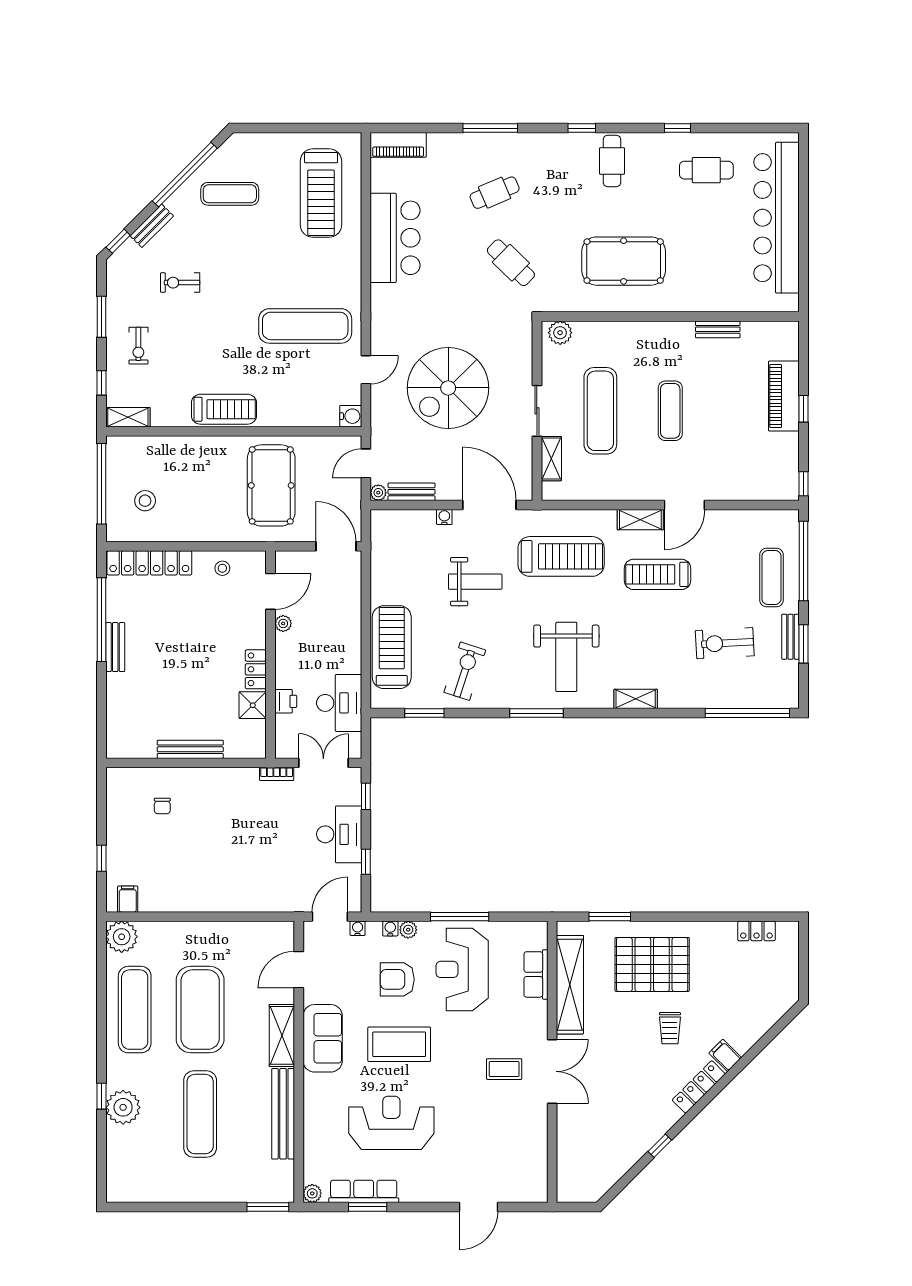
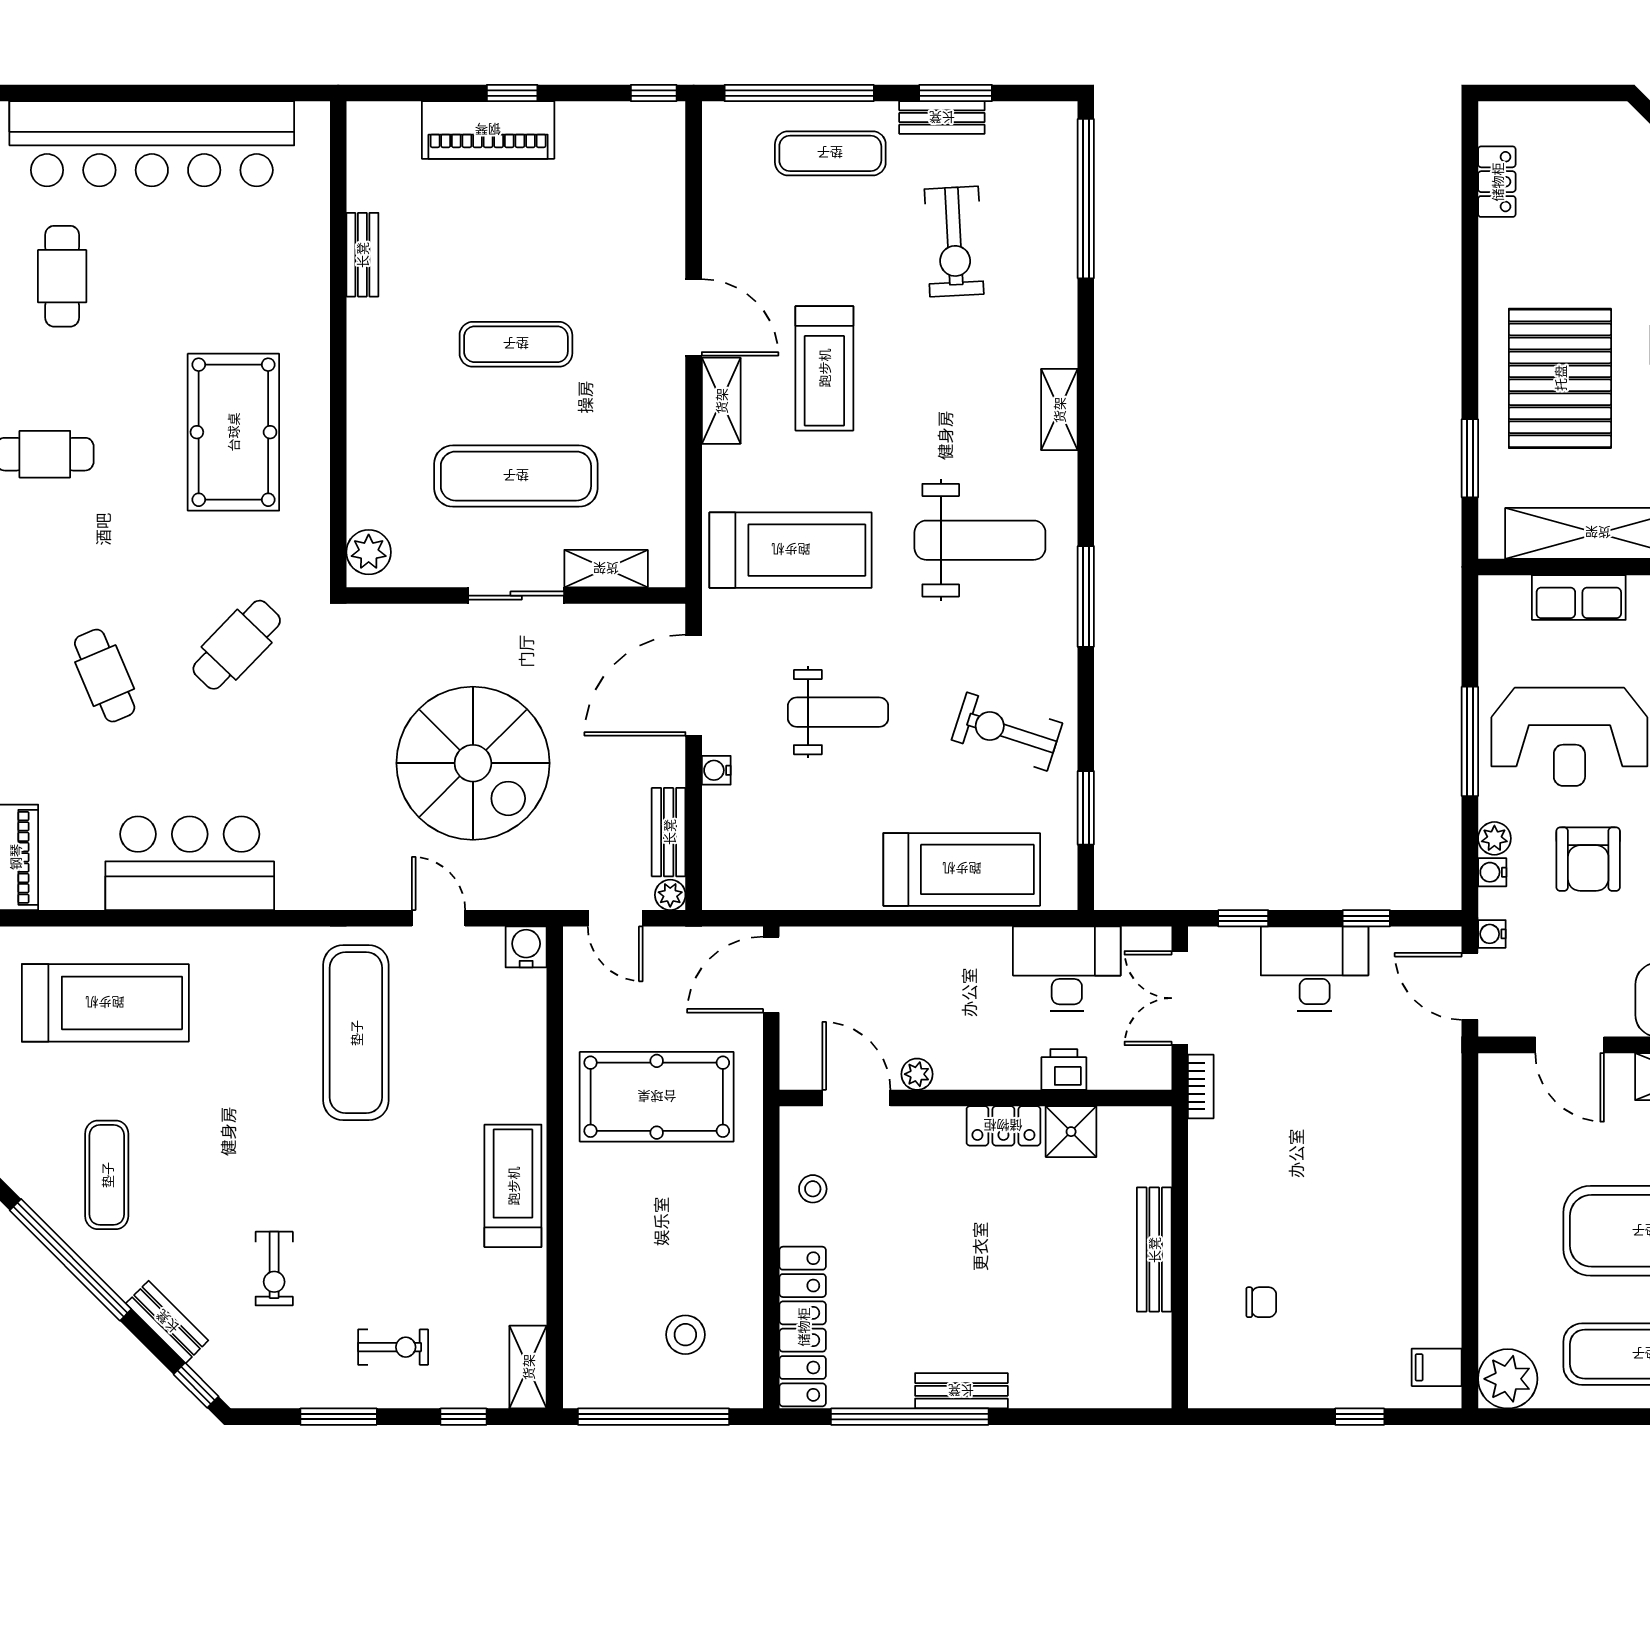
treadmill: (561, 556) -> (791, 550), turned 90
weight bench: (475, 582) -> (838, 712), turned 90
treadmill: (392, 647) -> (962, 869), turned 180

